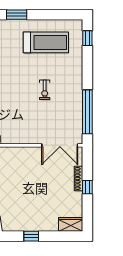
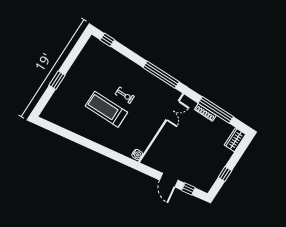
treadmill: (46, 42) -> (106, 109), moved, turned -90
double door: (60, 145) -> (172, 110), width x0.73
window: (87, 187) -> (216, 110), width x3.17

